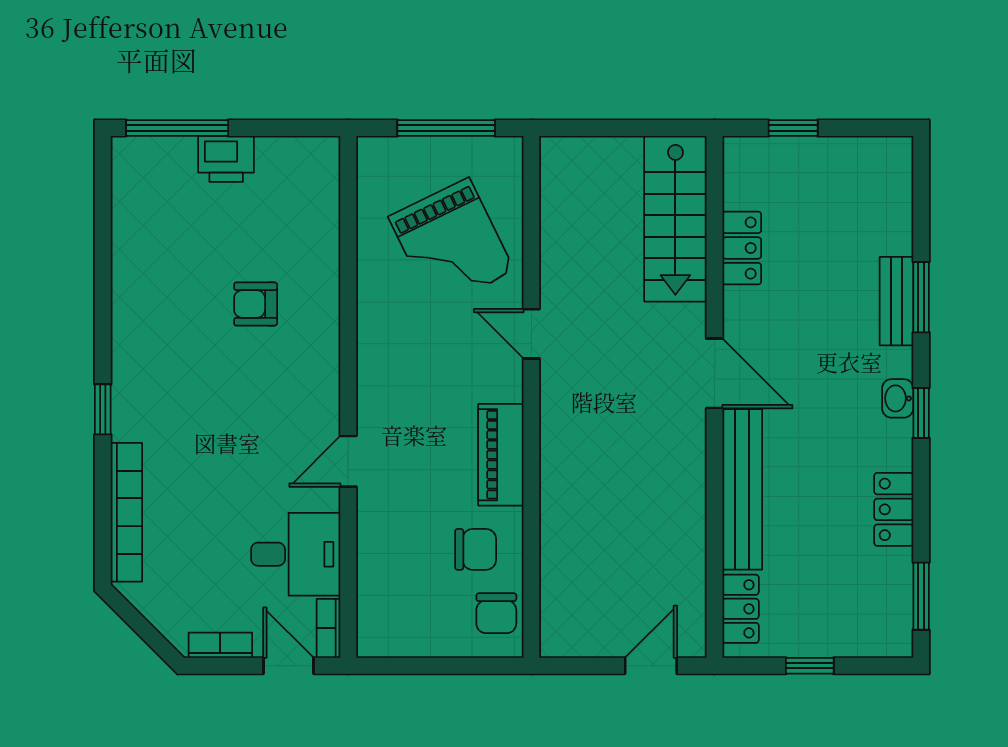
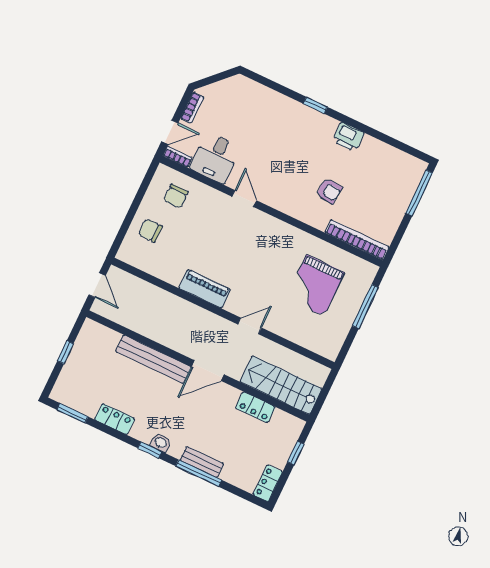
printer: (226, 159) -> (348, 137), moved, turned -90
grand piano: (451, 244) -> (315, 286), turned -64
window: (921, 297) -> (199, 473), width x1.44
armchair: (256, 304) -> (329, 191), turned 95
door: (531, 334) -> (250, 326), moved
wall: (531, 397) -> (223, 313), moved
piano: (501, 455) -> (205, 289), moved
bookcase: (126, 512) -> (357, 240), moved, turned 180
chair: (476, 549) -> (176, 196), moved
locker: (741, 609) -> (268, 483), moved, turned 90

